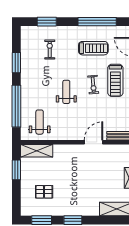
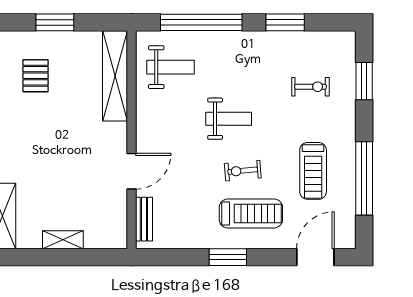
treadmill: (115, 80) -> (251, 213), turned 180
door: (94, 142) -> (131, 171), hinge flipped
shelving: (37, 151) -> (115, 76), width x1.47
window: (16, 170) -> (55, 22), moved

